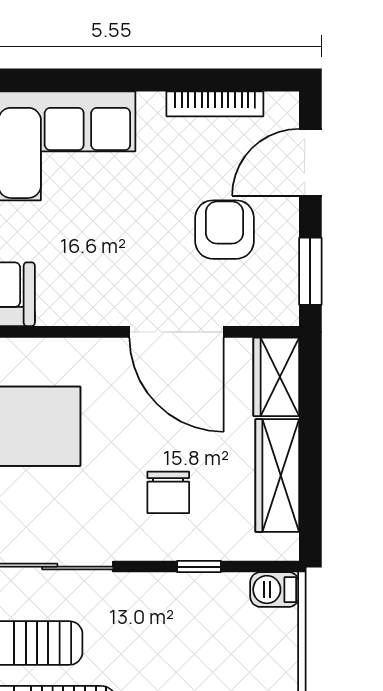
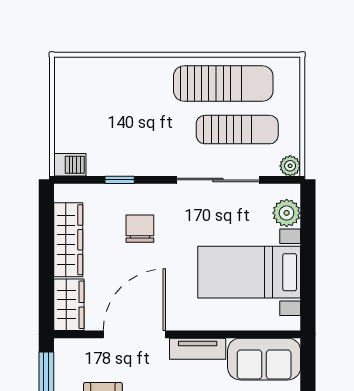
tv unit: (80, 310) -> (198, 349), added
door: (177, 332) -> (134, 334), hinge flipped

